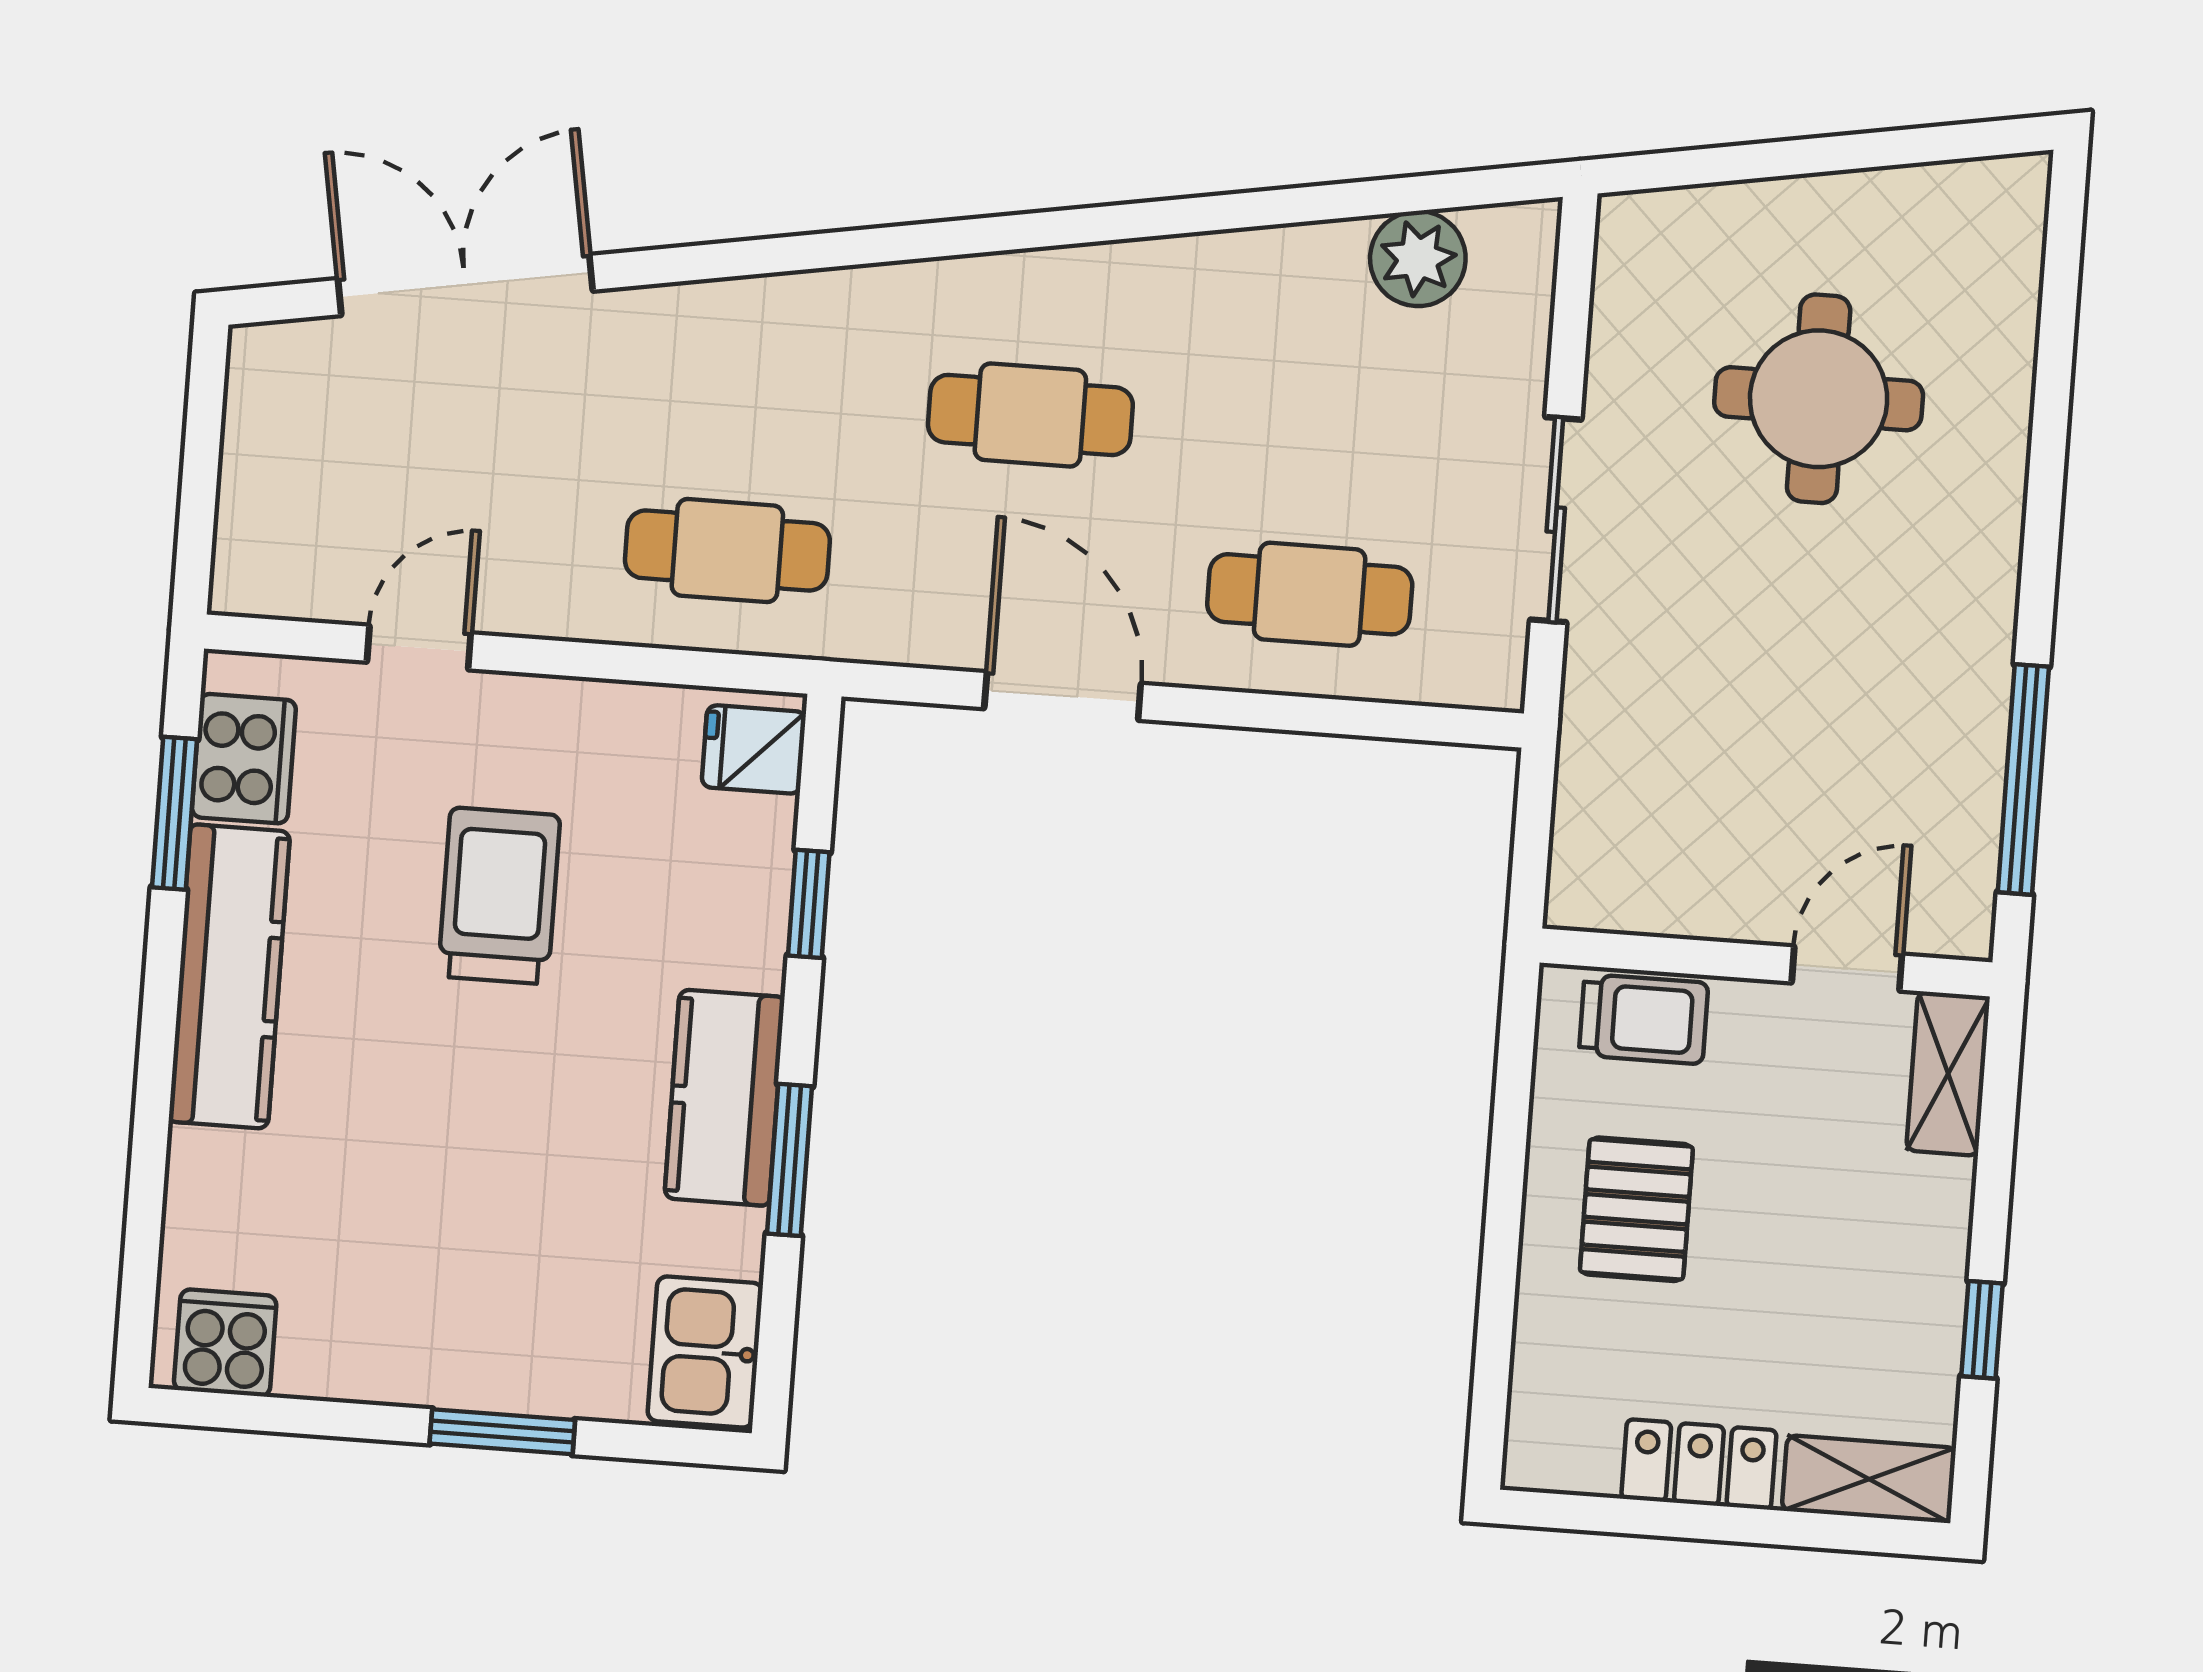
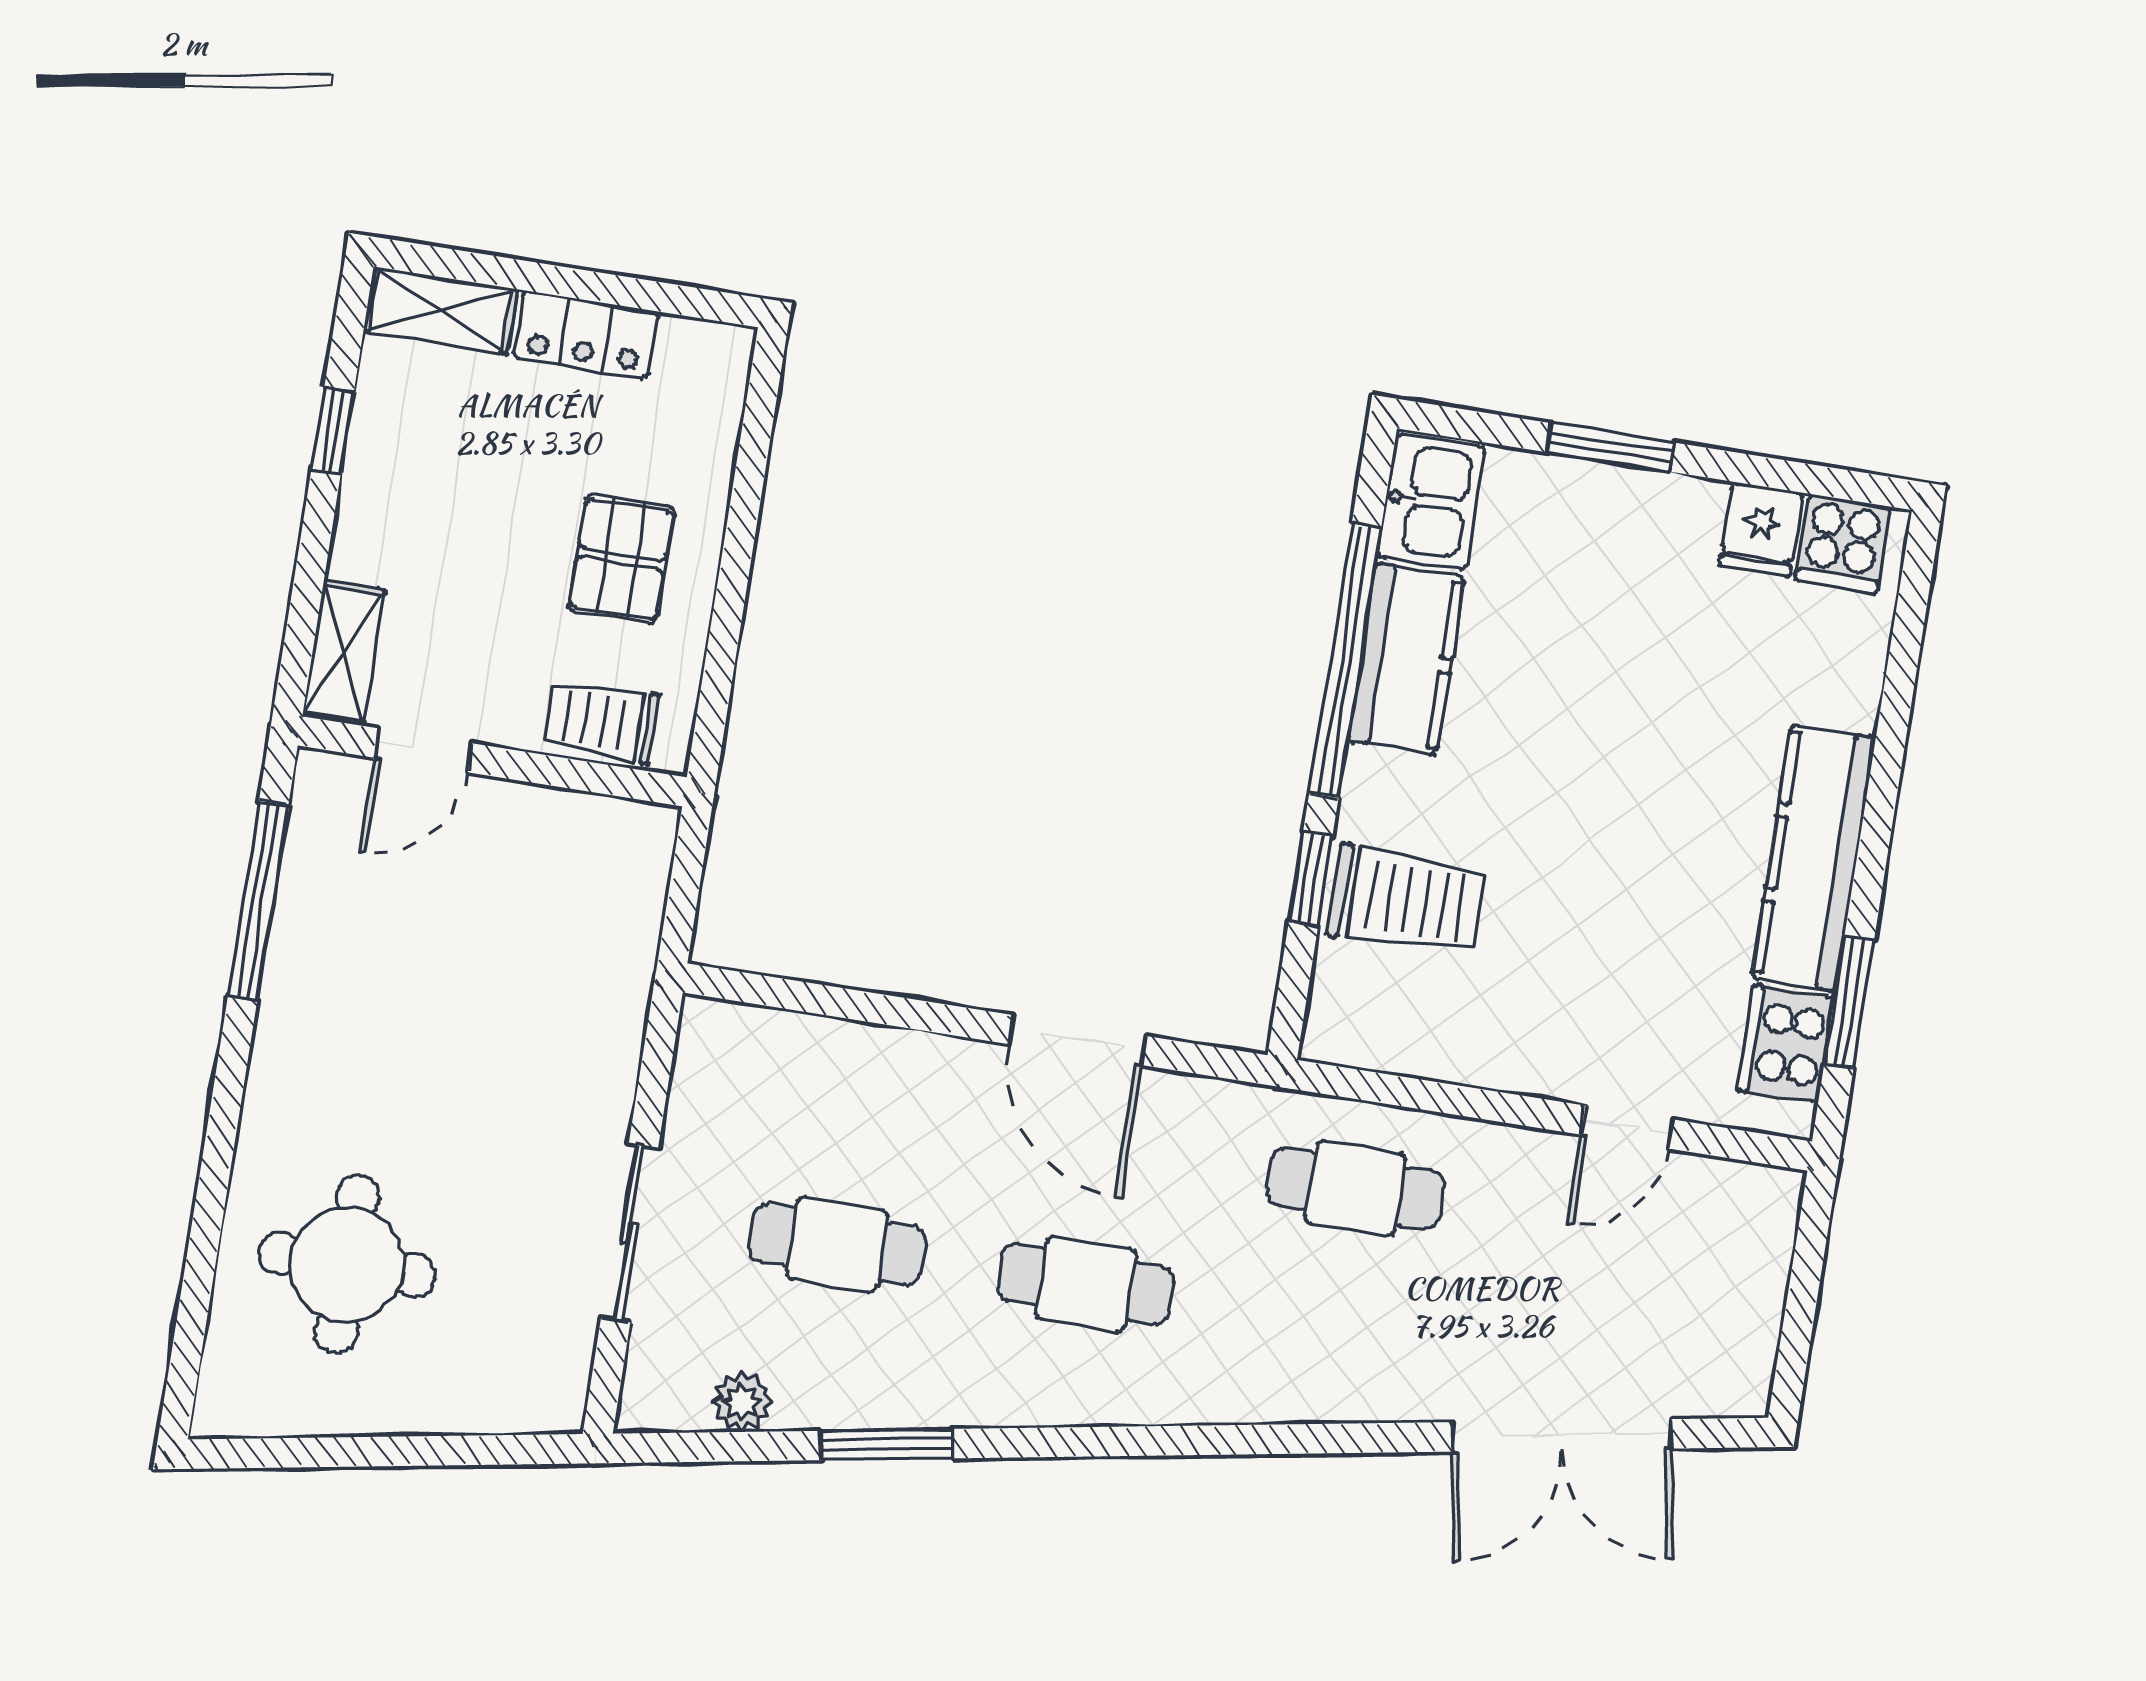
window: (1245, 210) -> (887, 1445), added
plant: (1418, 259) -> (742, 1402), width x0.73, depth x0.73
round table: (1819, 399) -> (347, 1264), moved
sliding door: (1556, 520) -> (630, 1233), moved
cafe table: (1310, 594) -> (837, 1244), moved
fridge: (754, 749) -> (1761, 529), moved, turned 90
trolley: (499, 896) -> (1406, 900), moved, turned -90
kitchen counter: (724, 1098) -> (1406, 659), moved
window: (790, 1160) -> (1345, 661), width x2.11

